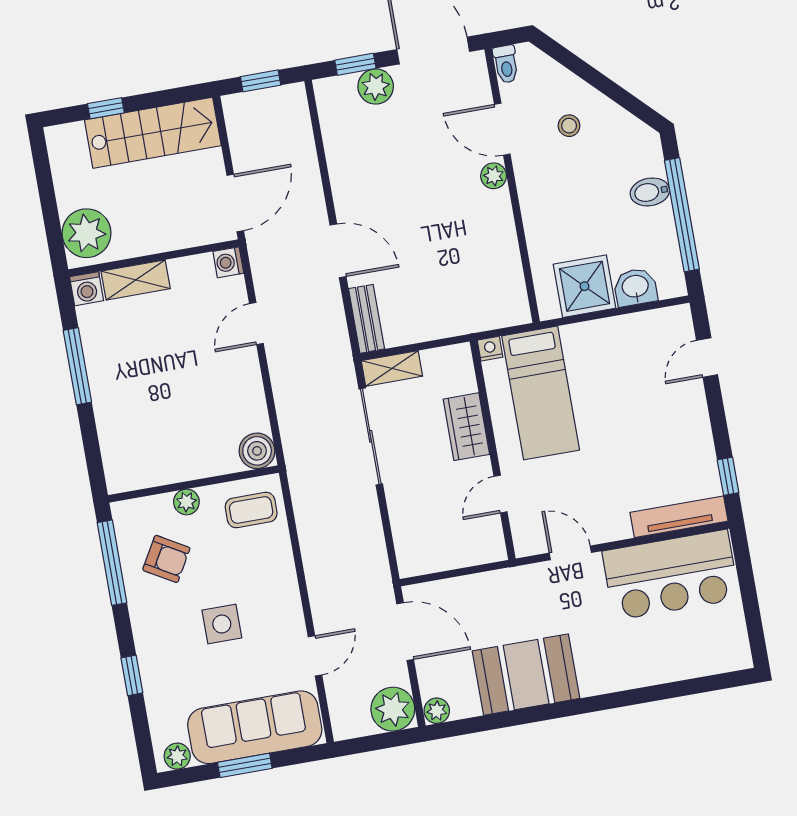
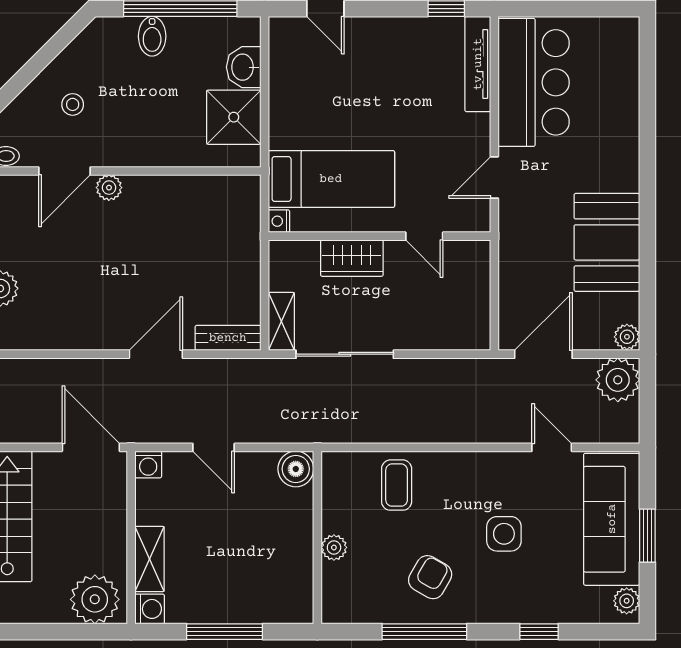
boiler: (257, 451) -> (296, 469), moved
wall: (193, 484) -> (317, 537), moved
plant: (186, 502) -> (334, 547), moved

